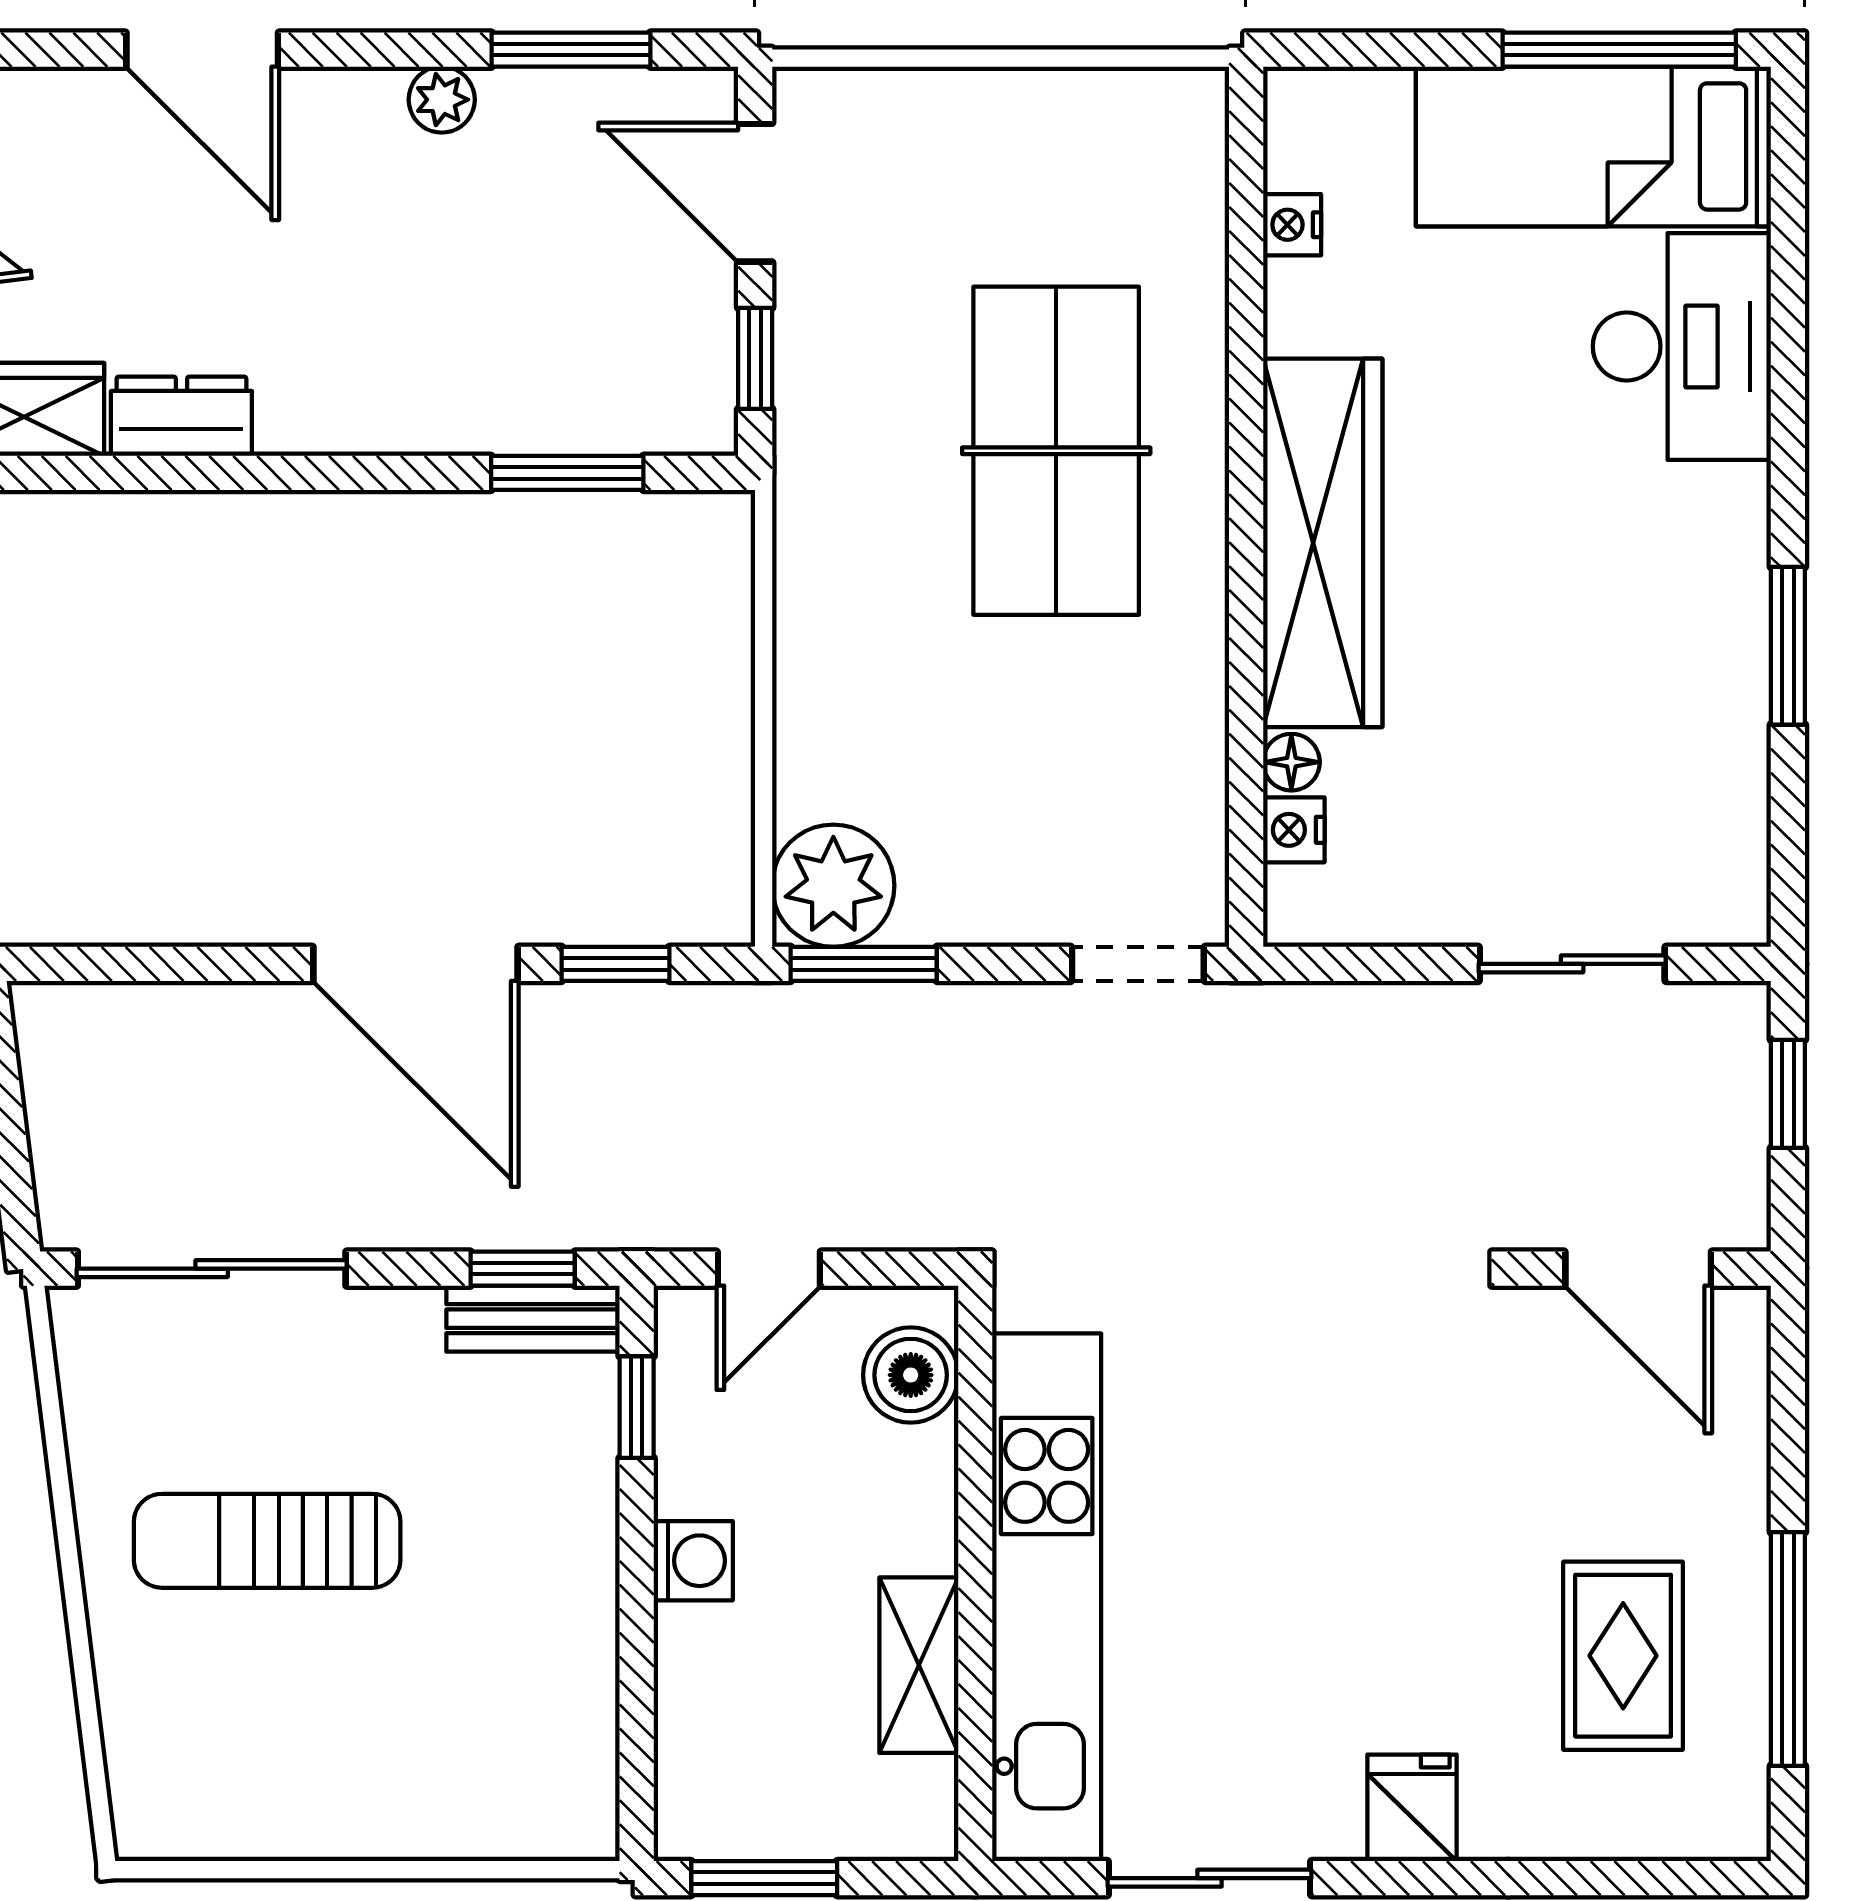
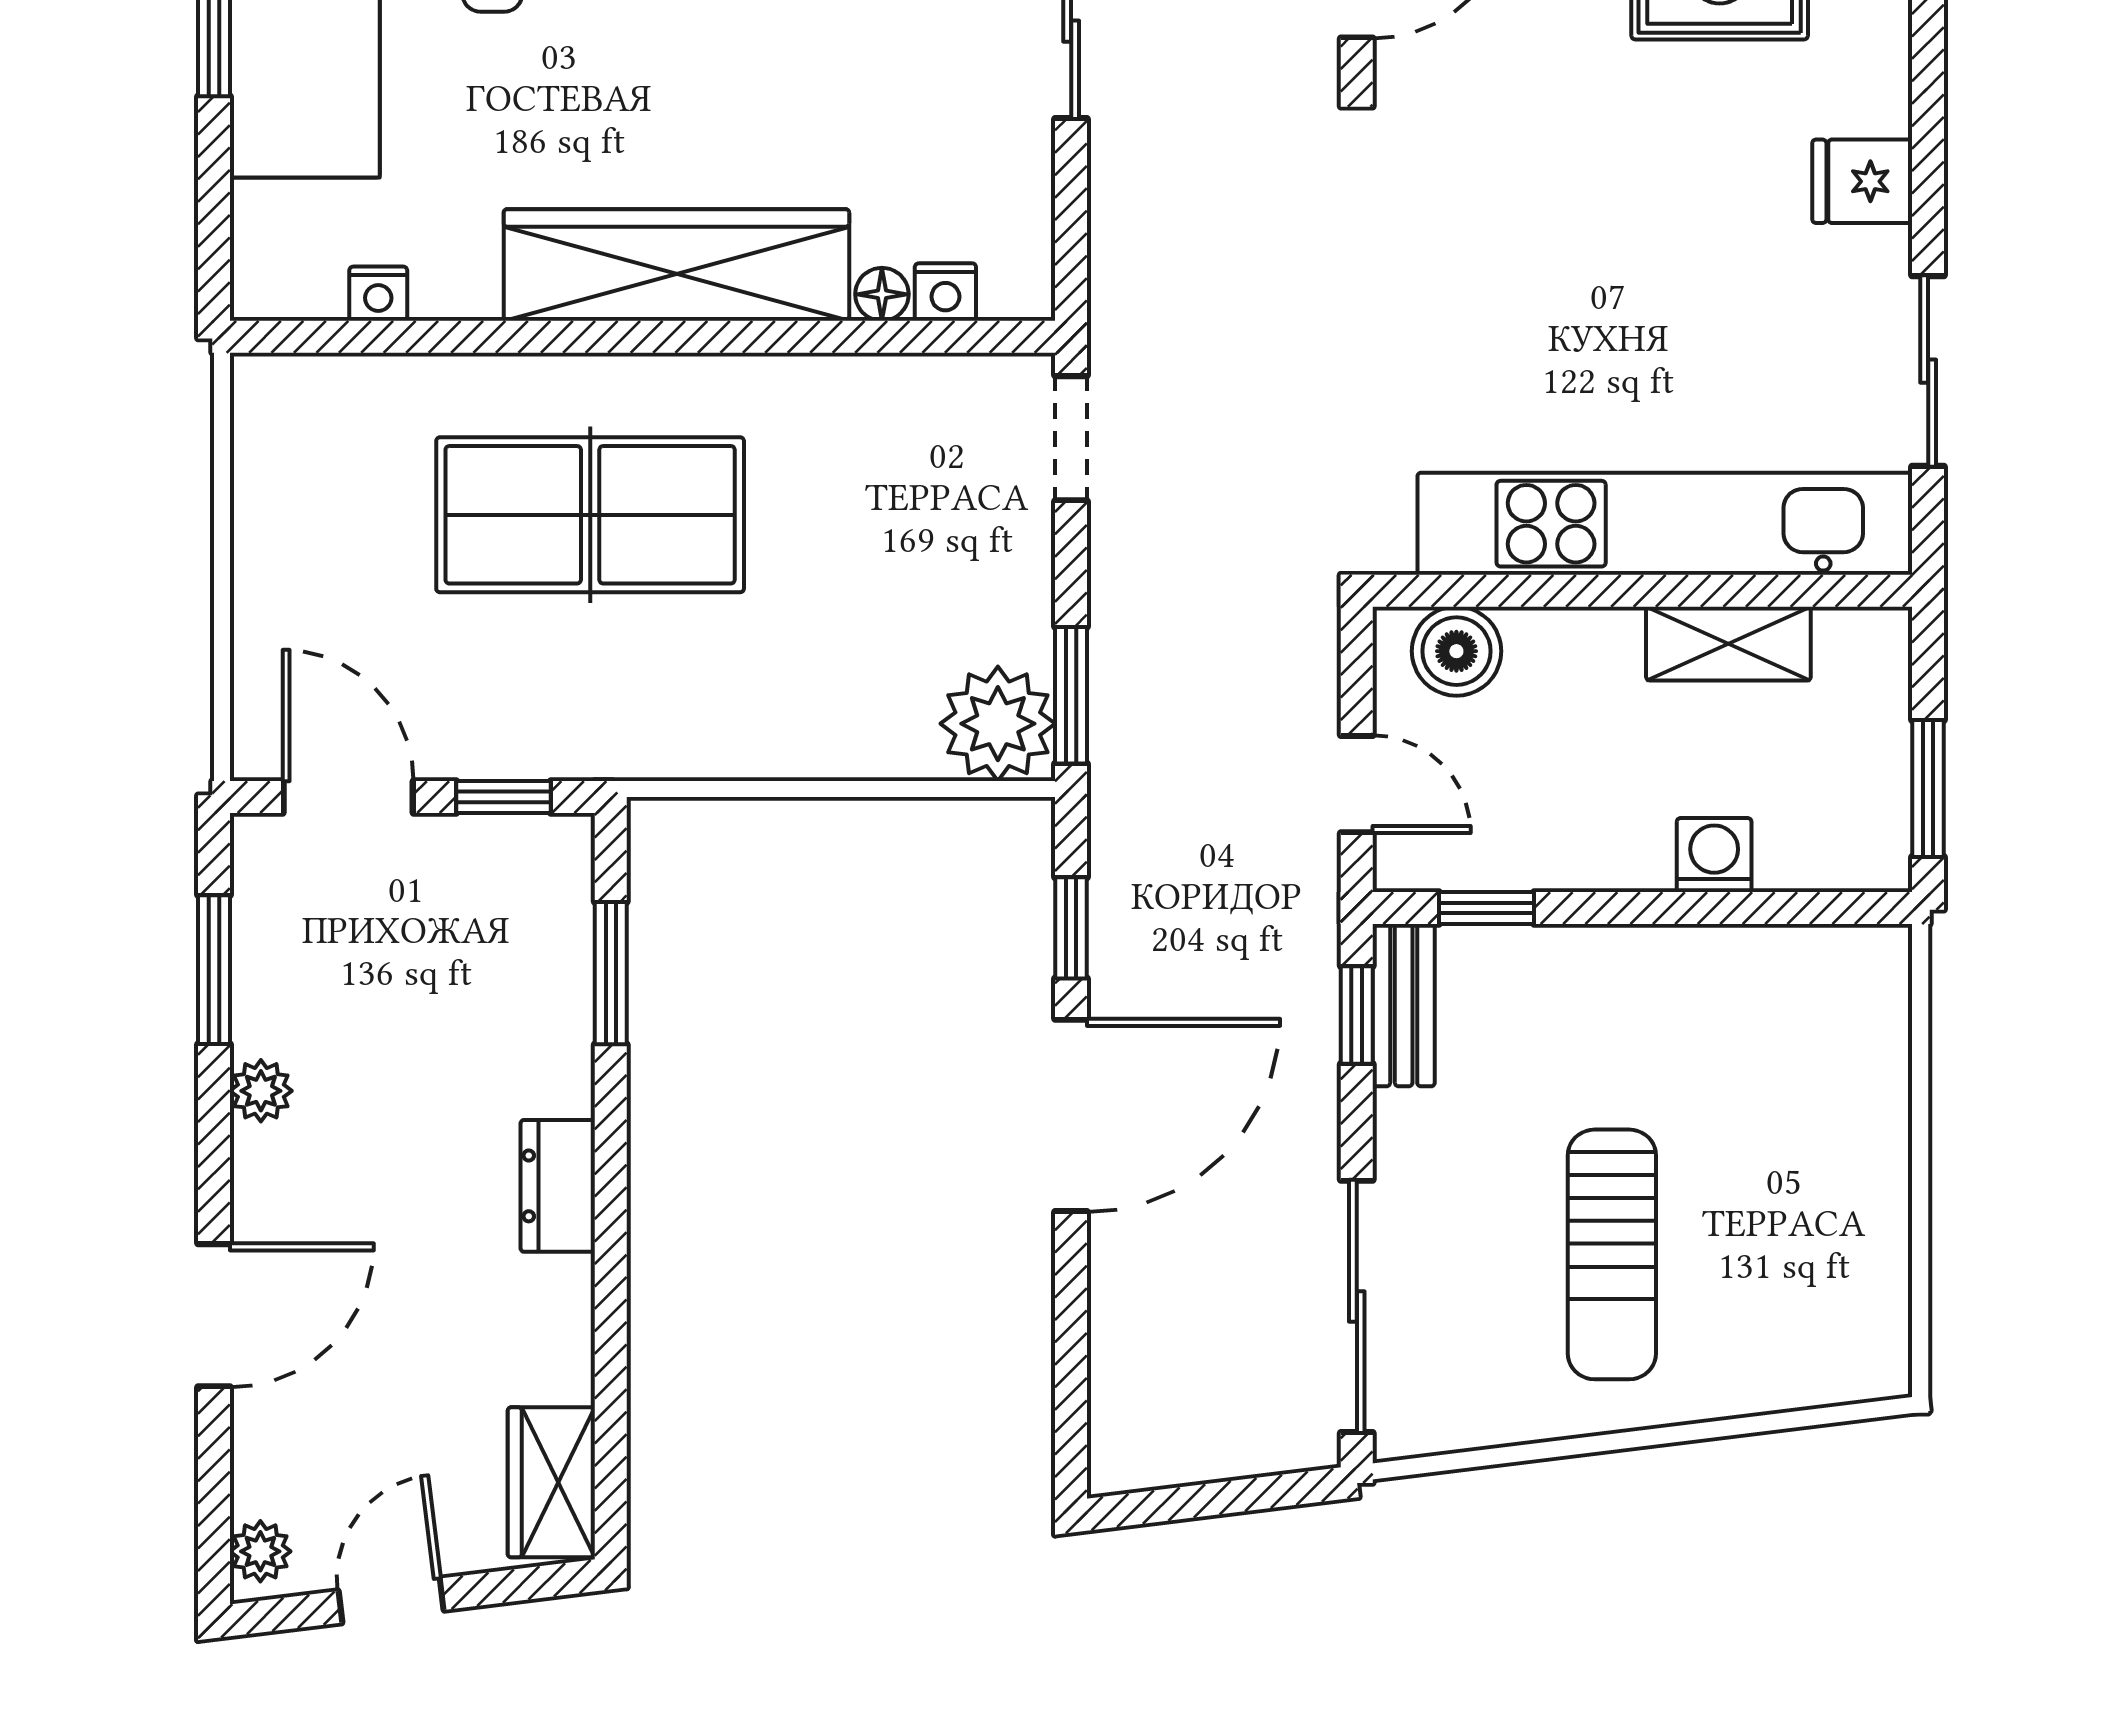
door: (755, 193) -> (348, 797), swing flipped
dresser: (181, 416) -> (558, 1186), moved
washing machine: (693, 1561) -> (1714, 855), moved

